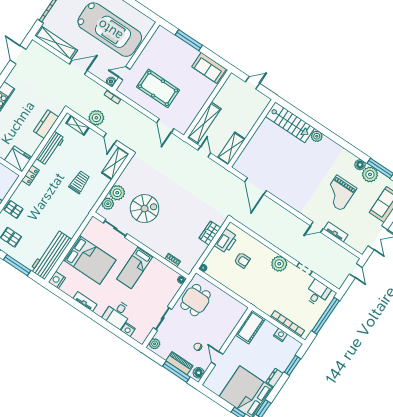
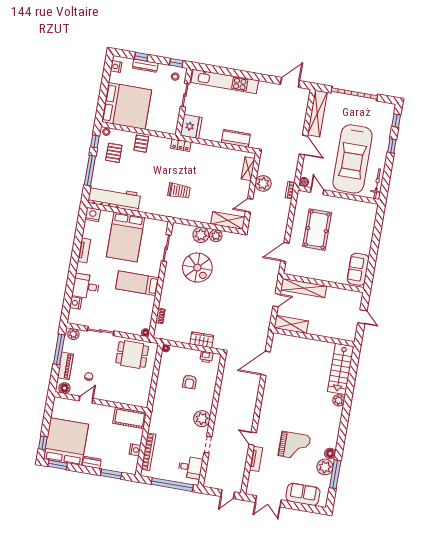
bicycle: (141, 18) -> (377, 184), added
window: (189, 40) -> (376, 238), removed
workbench: (50, 148) -> (215, 153), removed
trolley: (79, 182) -> (179, 191), moved
grand piano: (339, 193) -> (294, 446), turned 180
plant: (108, 204) -> (216, 236), moved
printer: (226, 241) -> (207, 357), width x0.53, depth x0.68
window: (176, 372) -> (59, 349), moved

